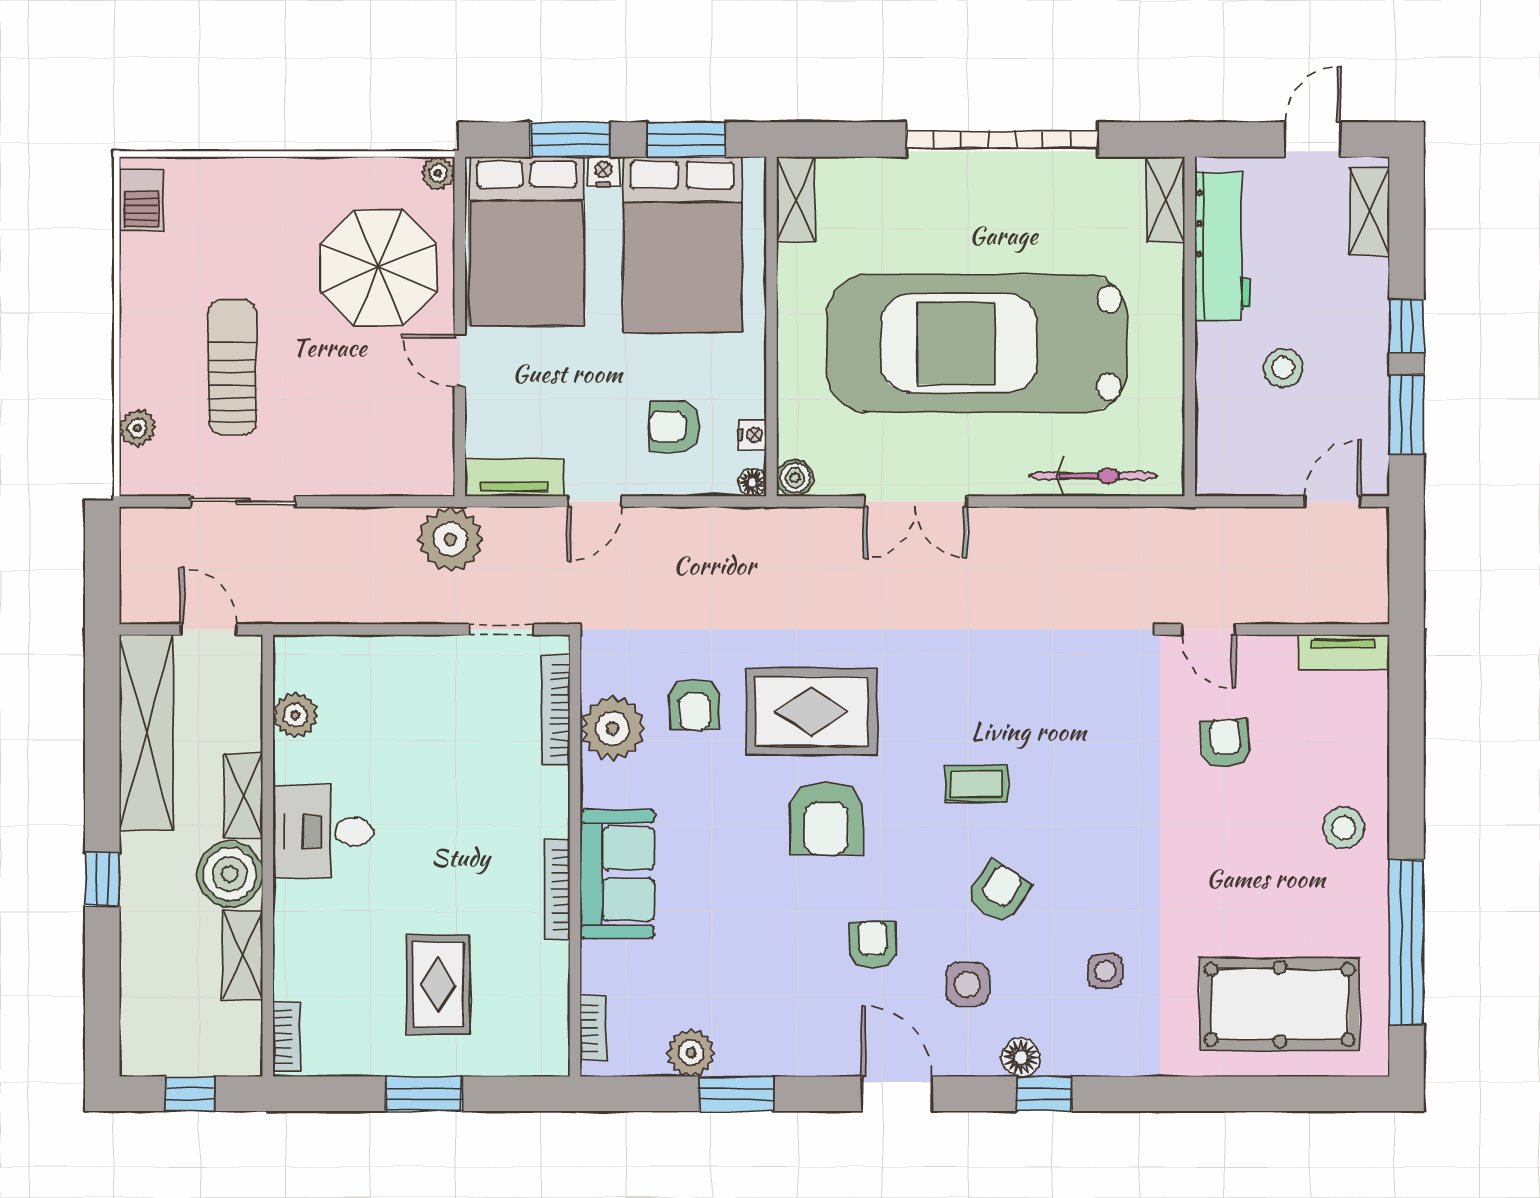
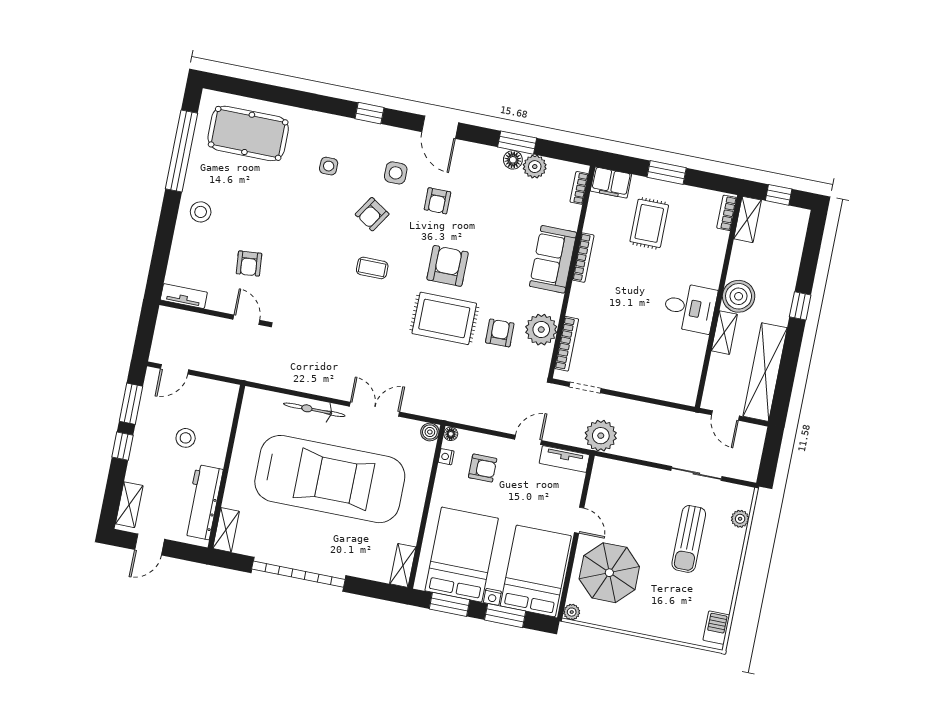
bicycle: (1093, 476) -> (314, 410), moved
plant: (295, 715) -> (692, 366), removed
shelving: (243, 955) -> (748, 219), moved
filing cabinet: (532, 1051) -> (611, 183), added
floor lamp: (1021, 1058) -> (513, 160), moved

